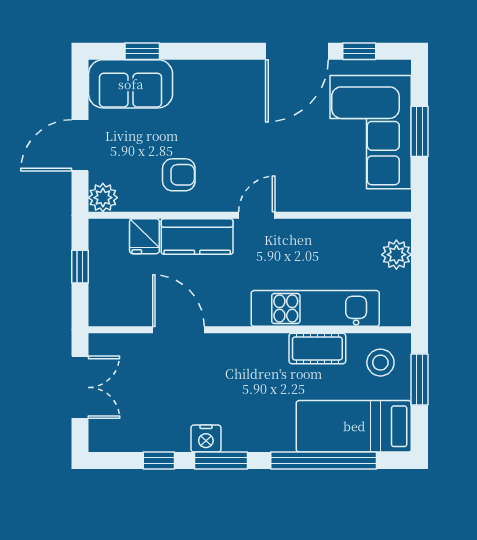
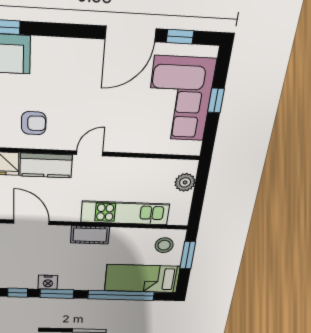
window: (420, 131) -> (216, 100), width x0.67
cot: (317, 348) -> (90, 235), moved

